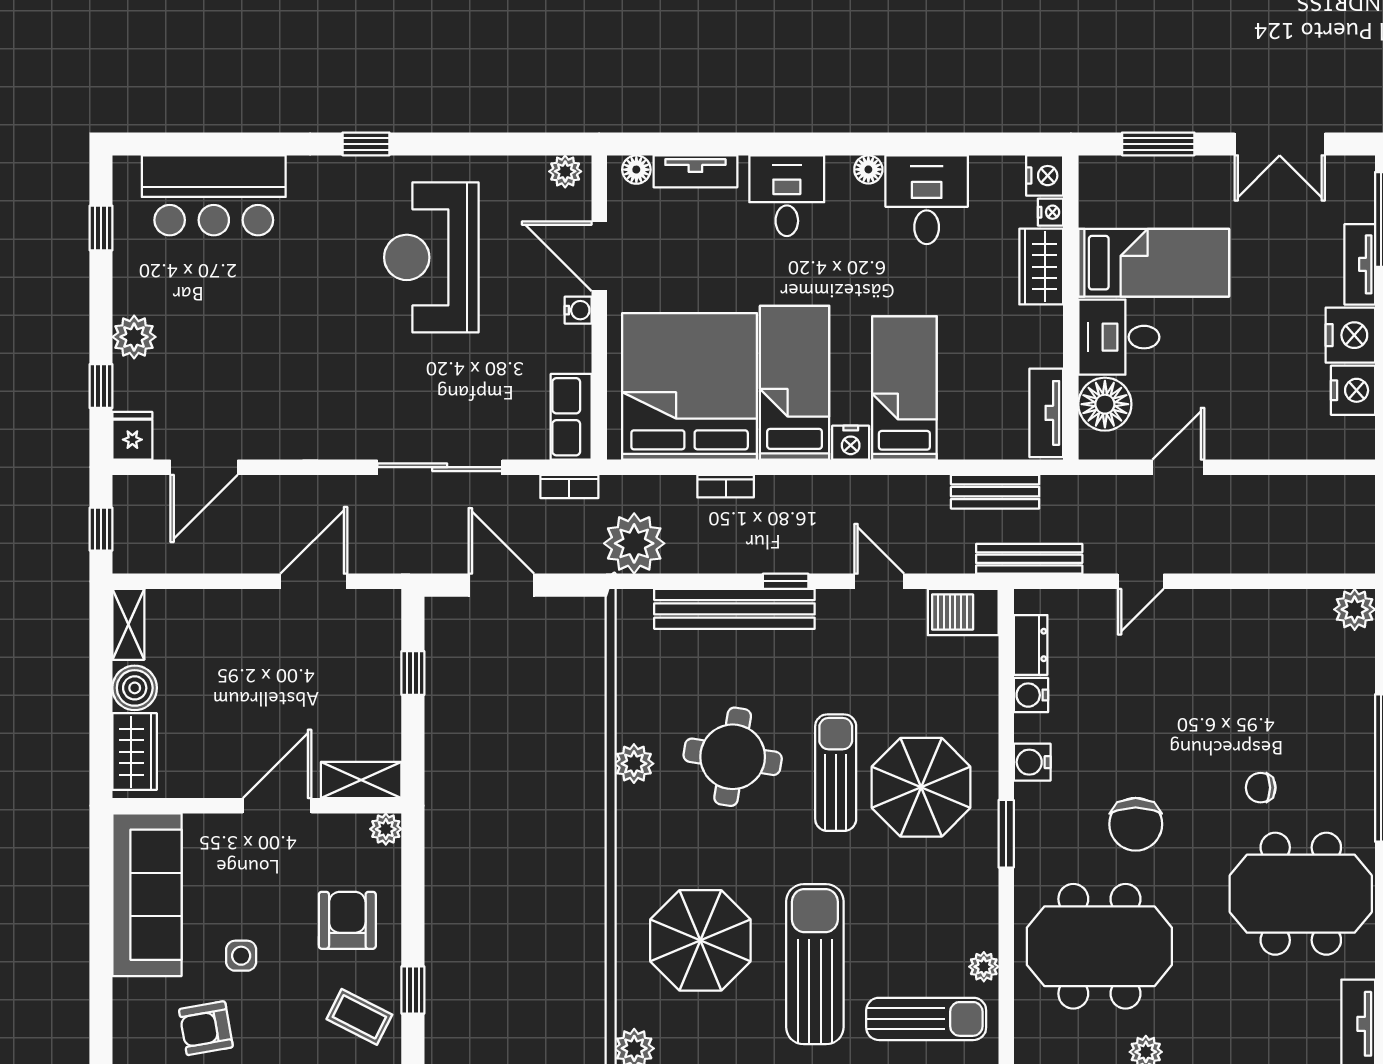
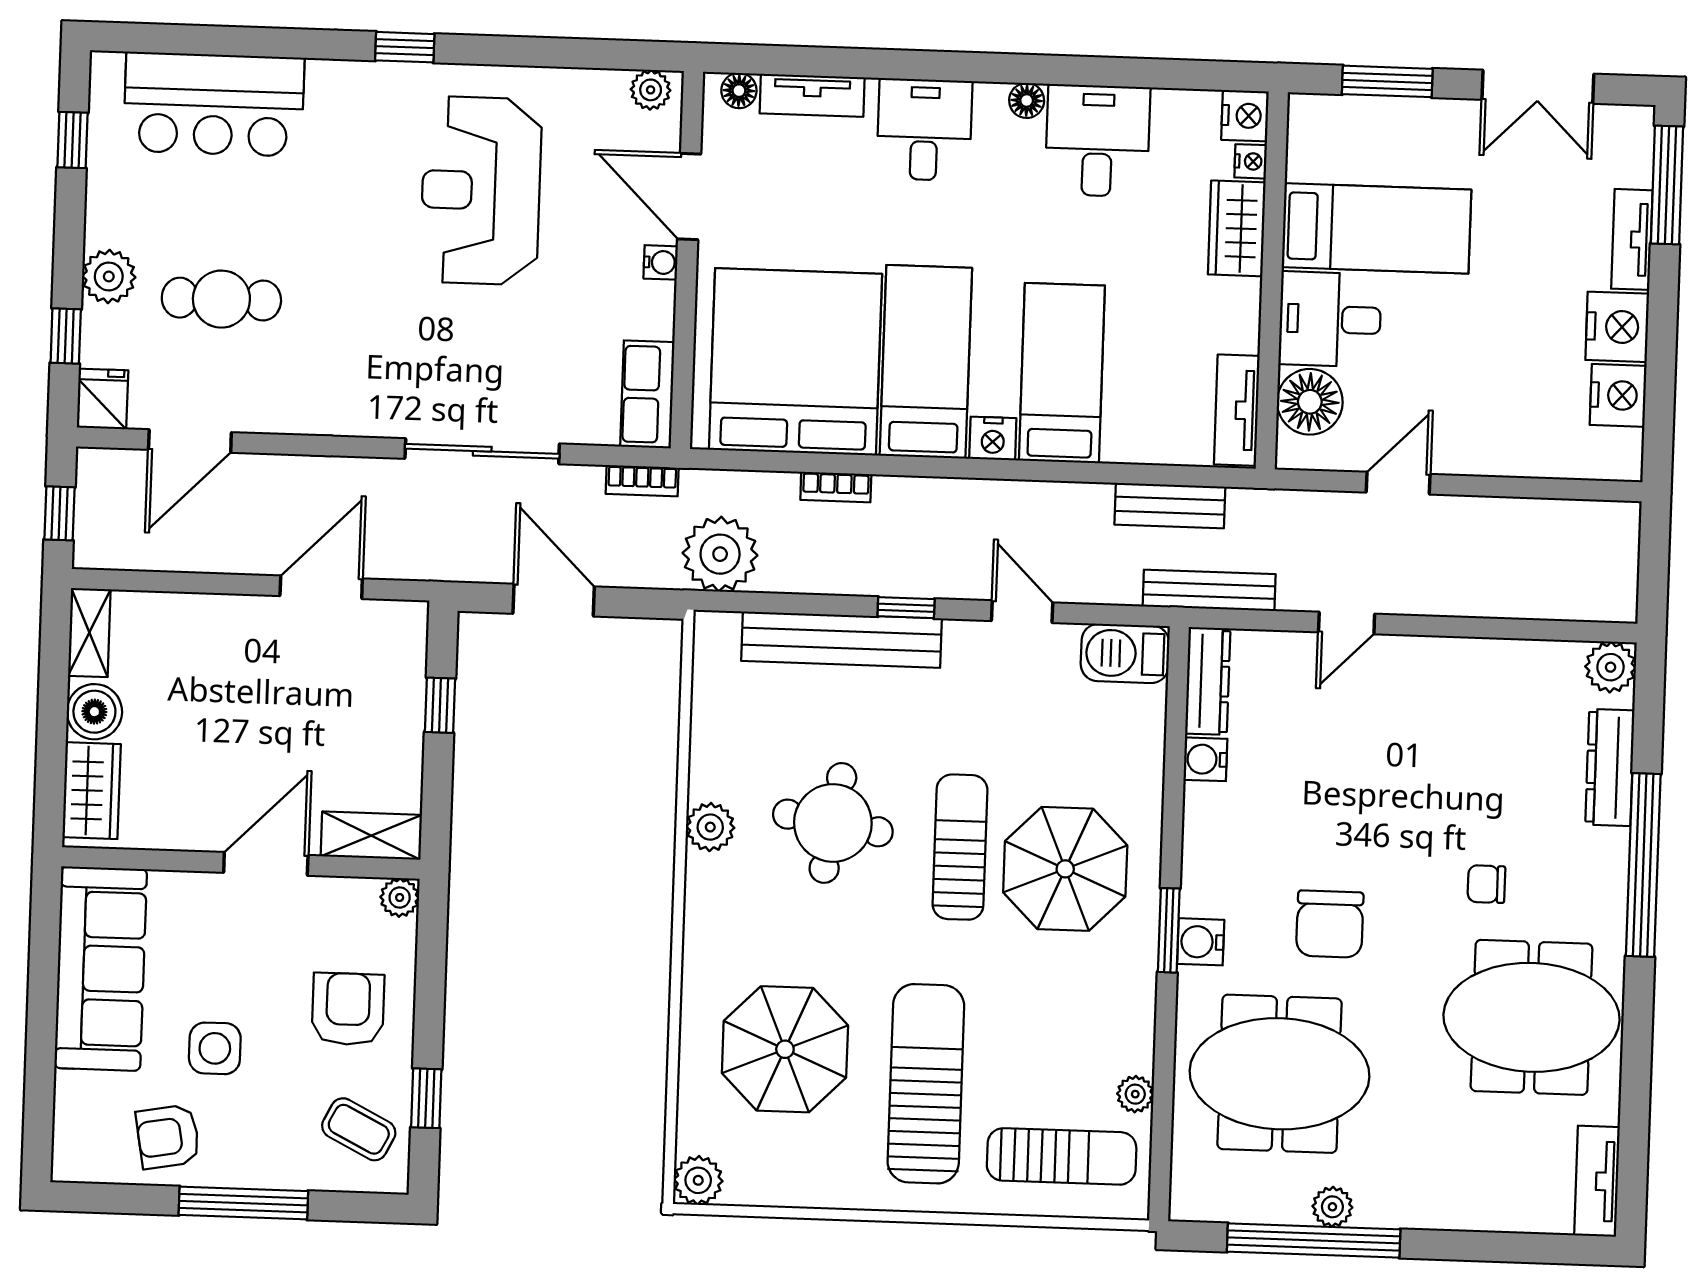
cafe table: (225, 352) -> (221, 299), added
dresser: (1031, 645) -> (1208, 681), width x1.44
dresser: (1357, 690) -> (1610, 767), added
water cooler: (1032, 762) -> (1201, 942), moved
side table: (241, 956) -> (215, 1048), width x1.37, depth x1.37

